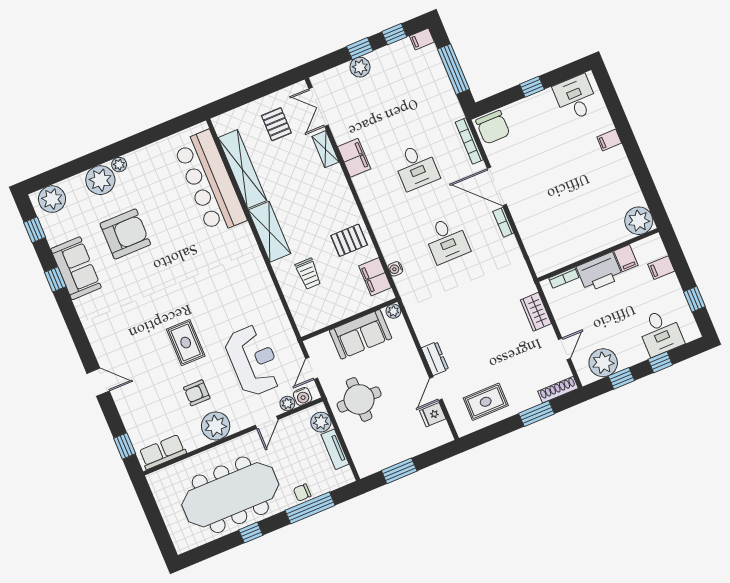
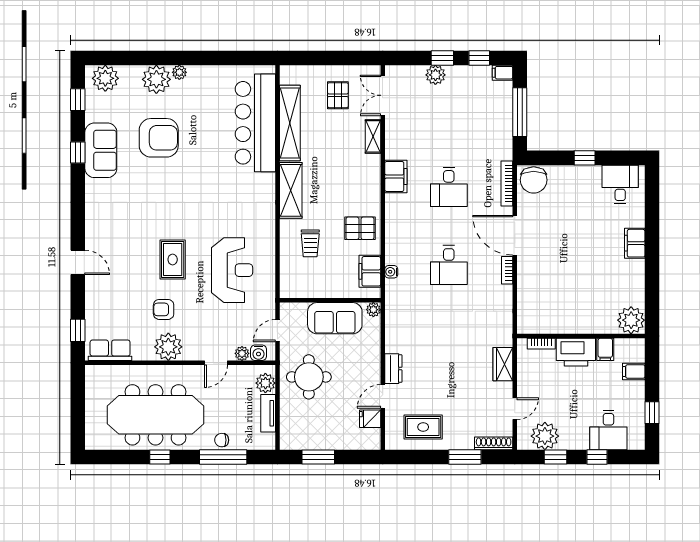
filing cabinet: (609, 140) -> (635, 243), width x2.00
filing cabinet: (354, 158) -> (396, 176), moved
reception desk: (253, 360) -> (232, 270), moved

